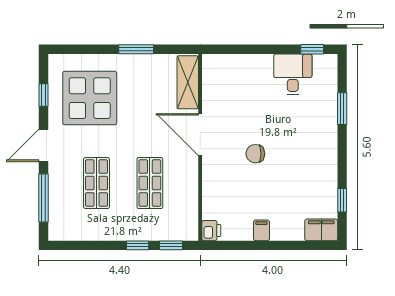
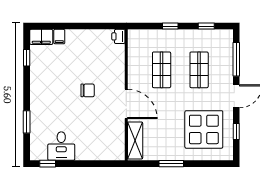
filing cabinet: (261, 230) -> (59, 37), moved
window: (171, 245) -> (206, 26), moved

